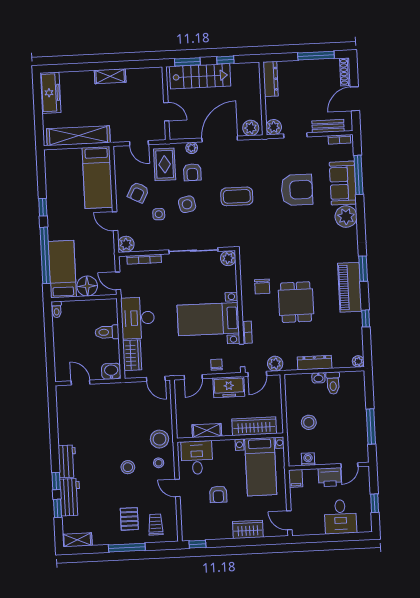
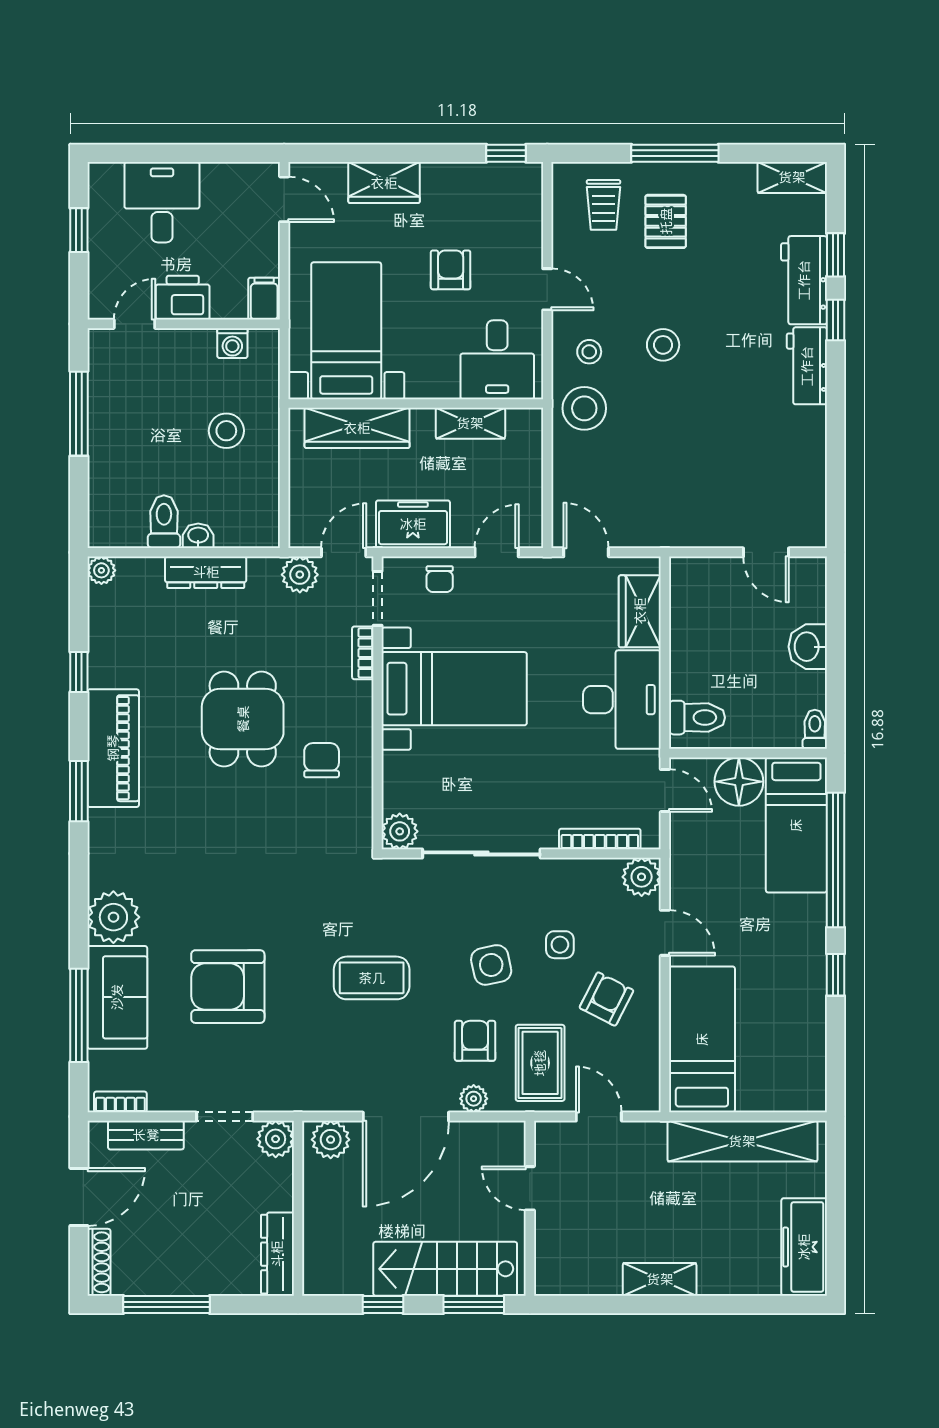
toilet: (107, 332) -> (697, 718), moved
washbasin: (111, 371) -> (808, 647), moved, turned 90

